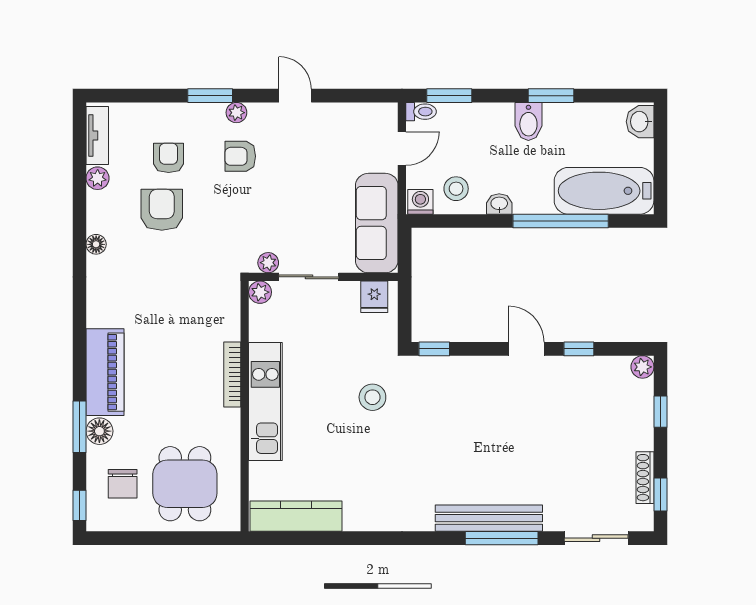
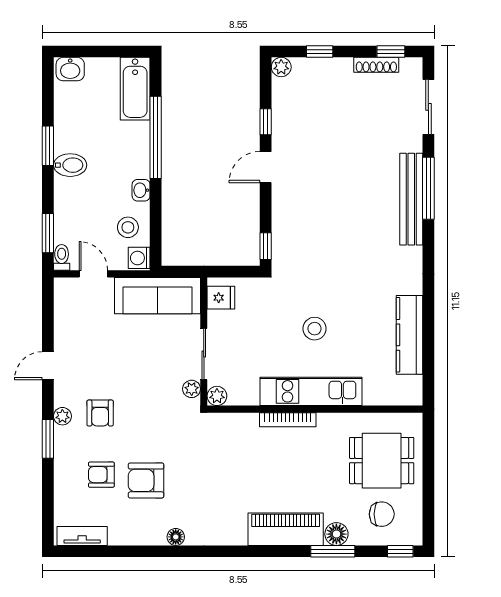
plant: (98, 178) -> (119, 536), removed
bathtub: (604, 191) -> (135, 89), width x0.73, depth x0.73
stool: (372, 397) -> (315, 329), moved
kitchen counter: (296, 516) -> (410, 335), moved

